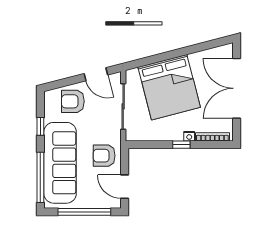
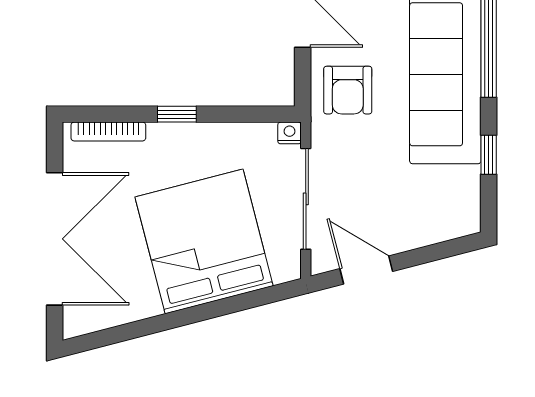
armchair: (73, 101) -> (417, 210), removed
nightstand: (189, 136) -> (289, 133), moved
armchair: (104, 156) -> (348, 90), turned 90

